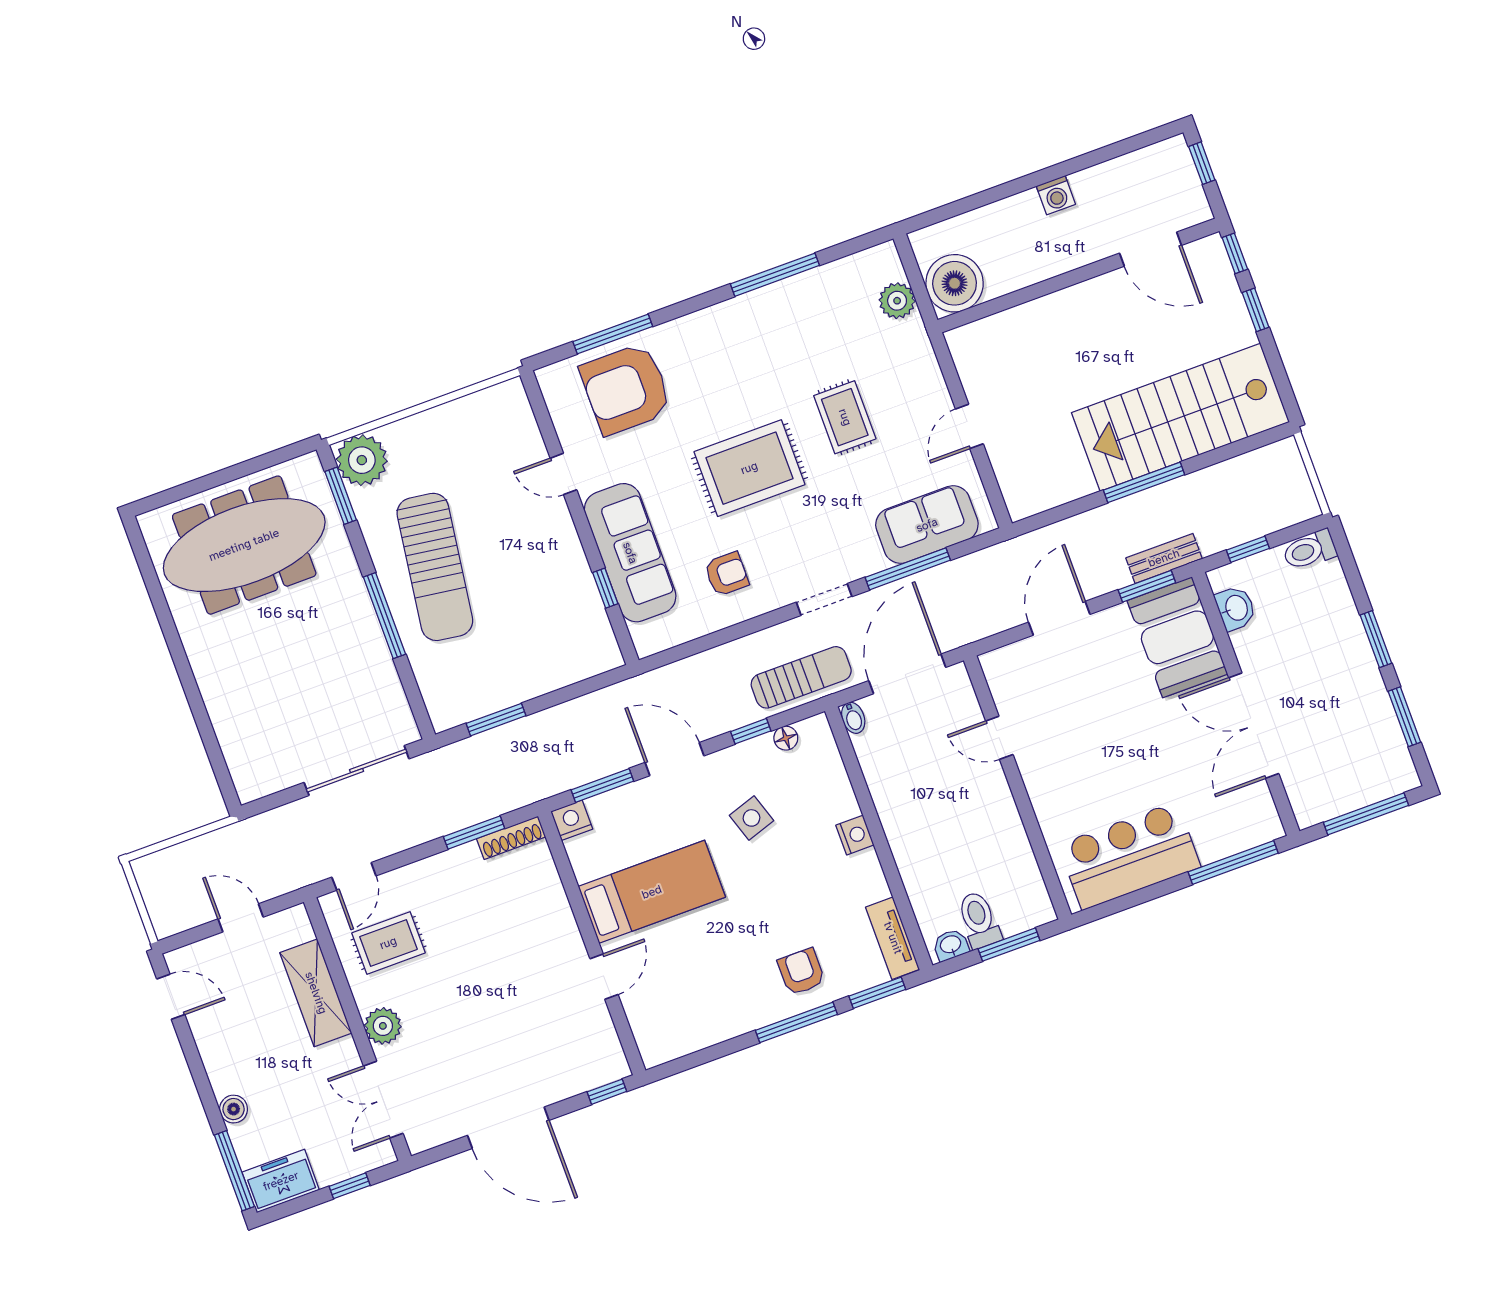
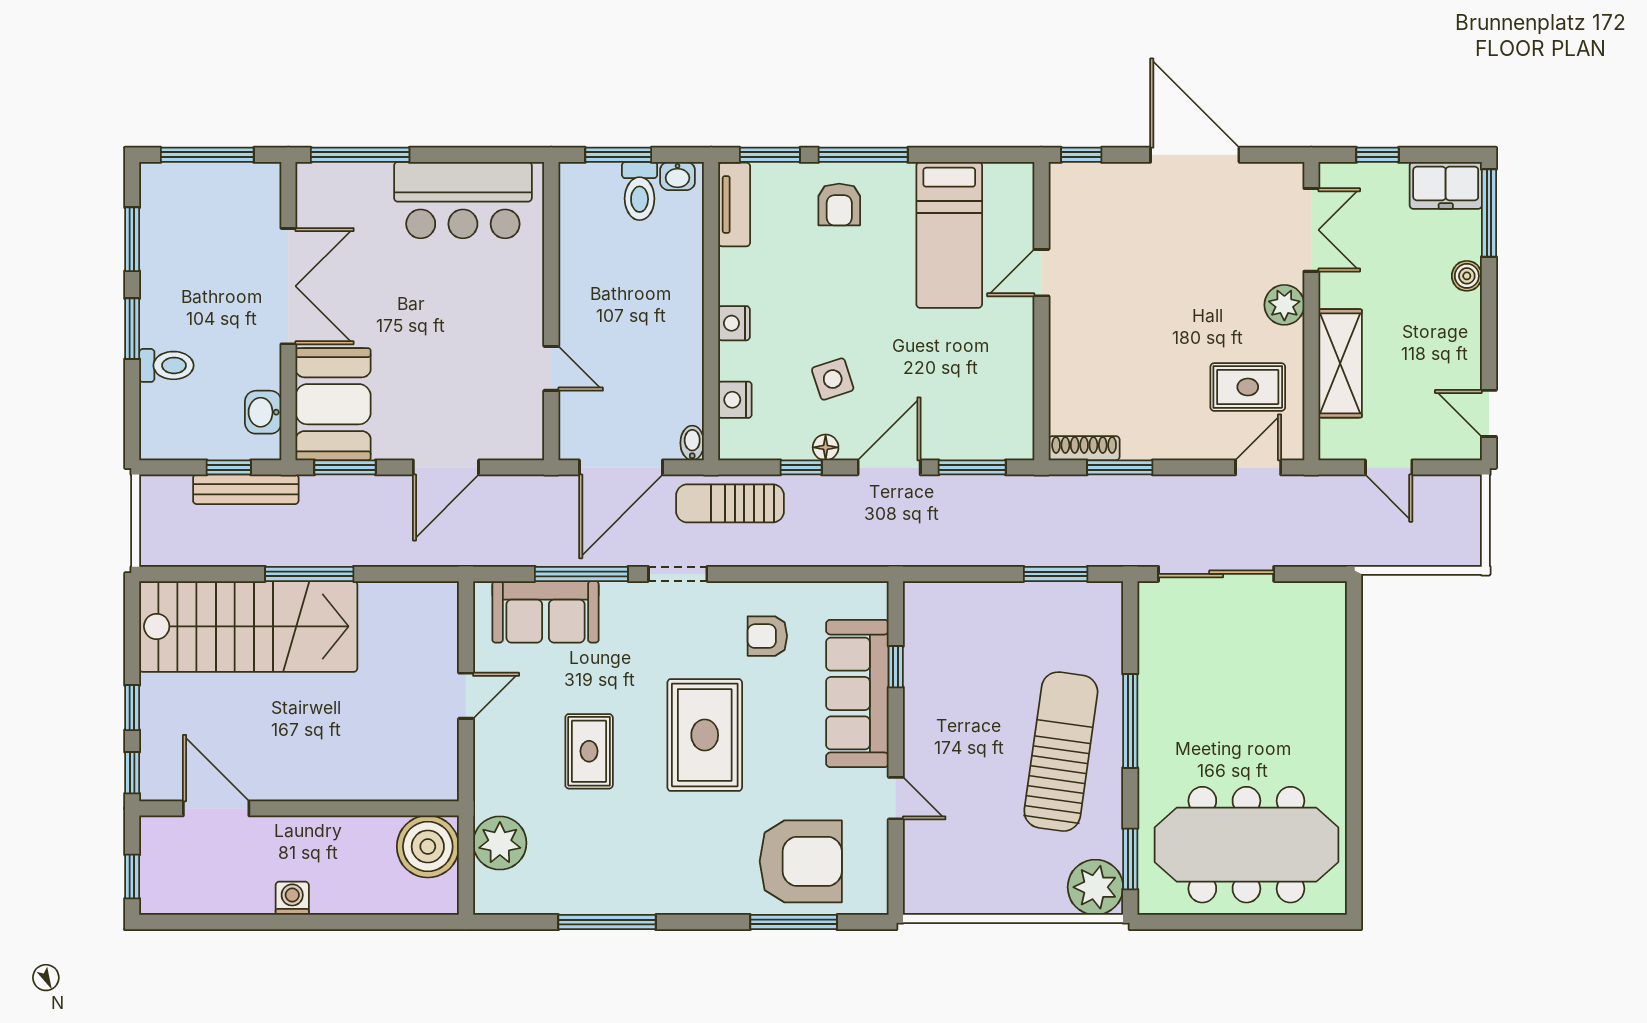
plant: (897, 301) -> (500, 843), width x1.36, depth x1.36
rug: (749, 468) -> (705, 735), turned 90
toilet: (1310, 550) -> (166, 365), moved
bench: (1164, 558) -> (246, 489), moved, width x1.36
floor lamp: (786, 738) -> (826, 447), moved
door: (674, 759) -> (889, 467), swing flipped
nightstand: (572, 820) -> (735, 400), moved, turned 90
bed: (652, 892) -> (949, 235), moved, turned -90

